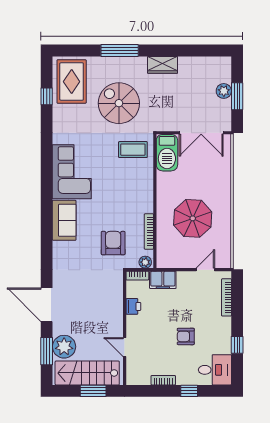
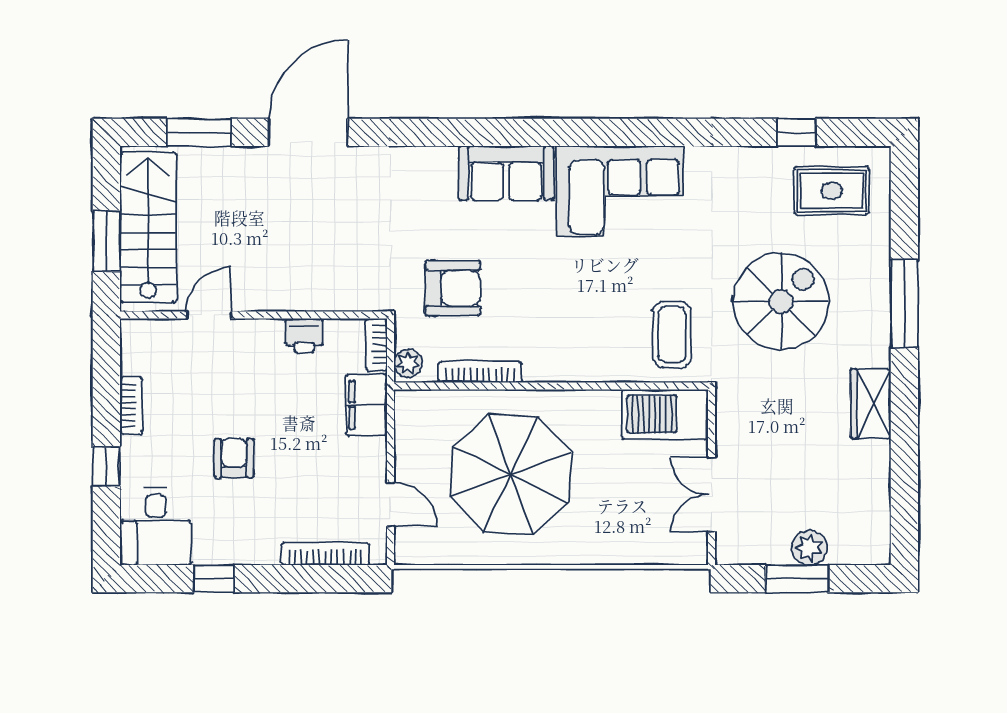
rug: (72, 82) -> (832, 191), width x0.73, depth x0.70
double door: (201, 133) -> (712, 494), width x0.73
parasol: (193, 218) -> (511, 475), width x1.36, depth x1.36
plant: (64, 347) -> (210, 173), removed

